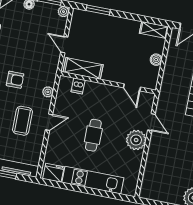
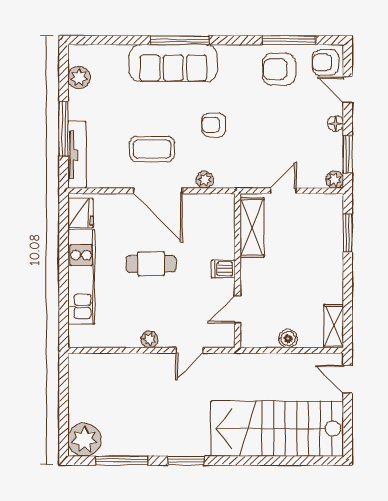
armchair: (15, 80) -> (214, 125), turned 90
dishwasher: (78, 86) -> (223, 269), moved
door: (49, 122) -> (158, 191), width x1.87
plant: (136, 140) -> (149, 339), width x0.53, depth x0.53

